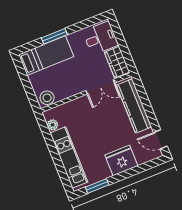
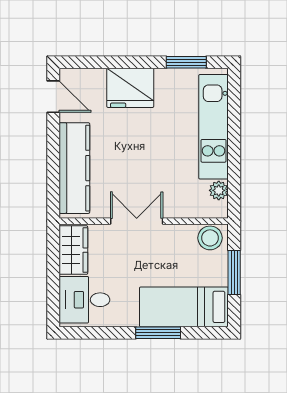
window: (27, 85) -> (234, 273), added
double door: (100, 87) -> (137, 221), moved

